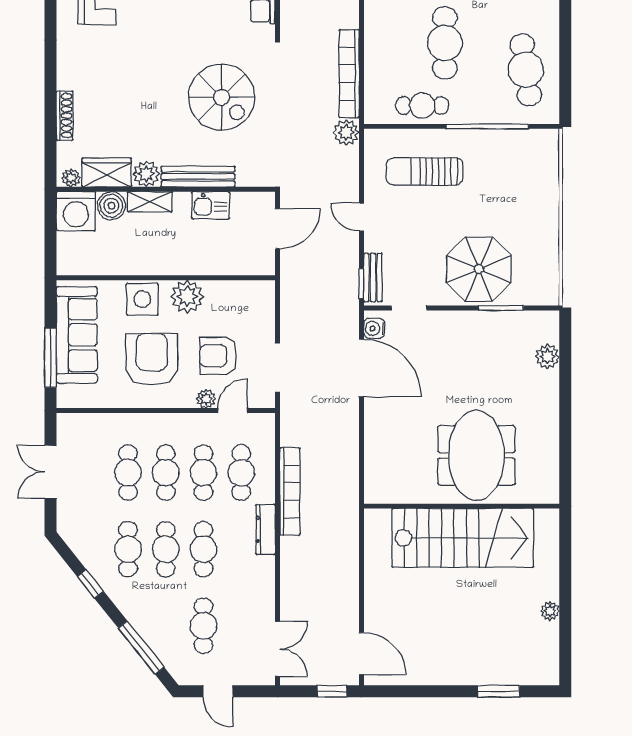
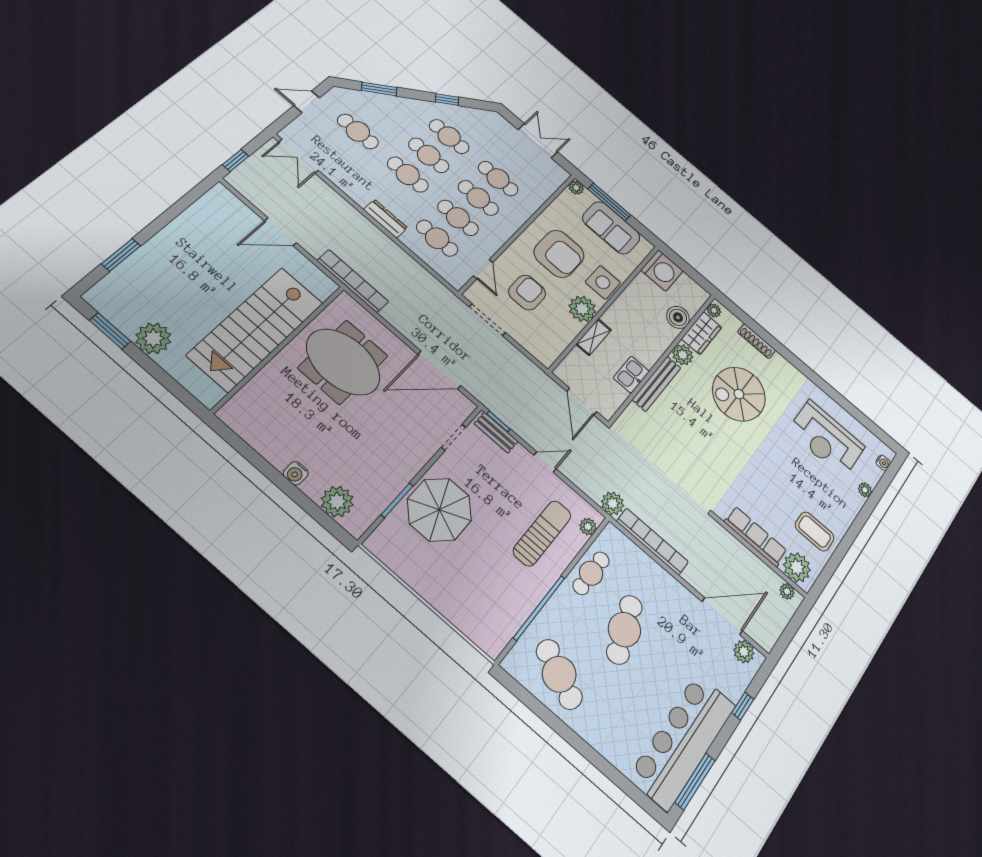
cafe table: (445, 43) -> (624, 630), turned 70
cafe table: (526, 70) -> (559, 674), turned 32
spiral stairs: (222, 97) -> (739, 394), moved
plant: (385, 138) -> (588, 527), added
shelving: (150, 202) -> (594, 337), moved
washing machine: (76, 211) -> (662, 270), moved, turned 180
water cooler: (374, 328) -> (296, 473), moved, turned 180
sofa: (77, 335) -> (611, 228), width x0.73
plant: (547, 357) -> (337, 502), width x1.36, depth x1.36
plant: (206, 399) -> (576, 188), moved
meeting table: (476, 455) -> (343, 362), moved
bookcase: (290, 491) -> (353, 281), moved, turned 180
plant: (550, 611) -> (153, 338), width x1.88, depth x1.88
window: (565, 638) -> (110, 331), added
window: (141, 648) -> (379, 89), width x0.69
door: (361, 654) -> (280, 232), moved

